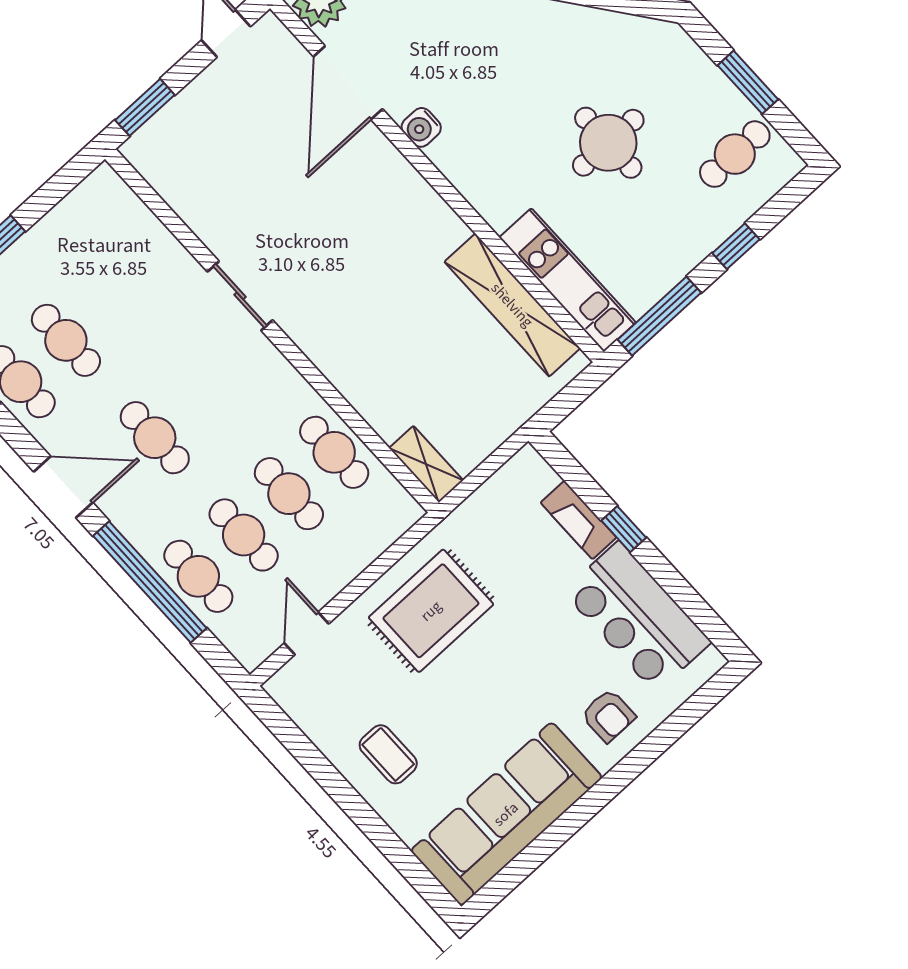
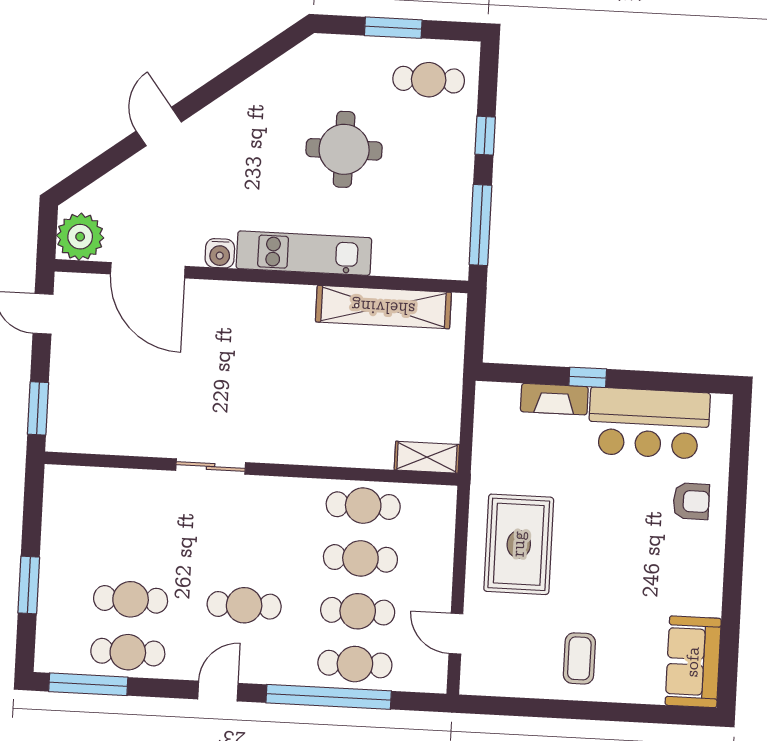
cafe table: (735, 154) -> (429, 80), turned 90
kitchen unit: (568, 280) -> (304, 253), moved
door: (63, 487) -> (218, 691), width x0.73
coffee table: (388, 754) -> (579, 658), turned 90
sofa: (506, 814) -> (693, 662), width x0.54, depth x0.79

